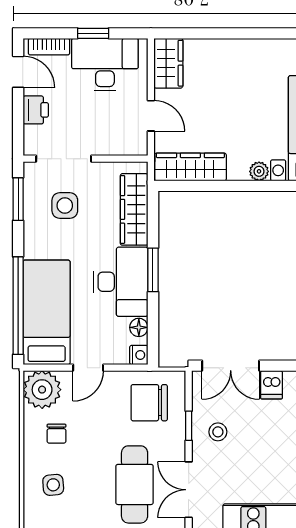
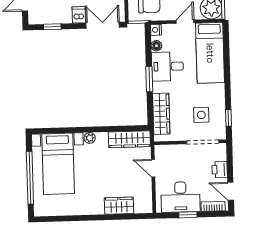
wardrobe: (168, 63) -> (119, 206), moved, turned 90
window: (18, 199) -> (228, 118), width x0.67
desk: (121, 282) -> (167, 66), width x0.73
window: (18, 306) -> (227, 56), removed

